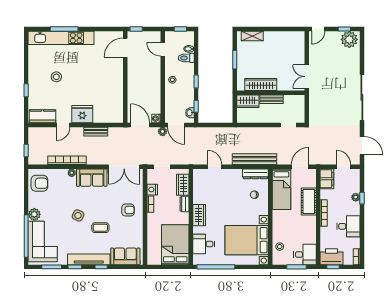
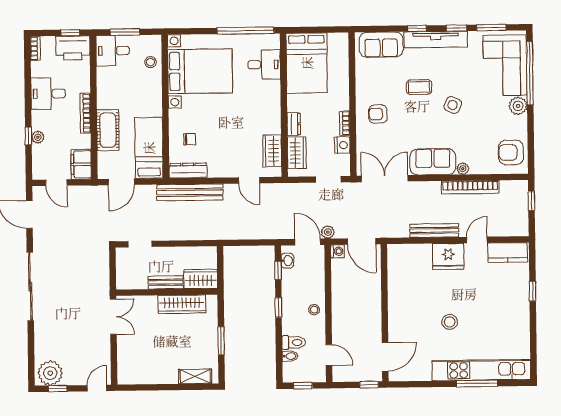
stool: (56, 77) -> (450, 322), moved
bench: (96, 132) -> (434, 230), width x1.36
wardrobe: (199, 215) -> (272, 151), moved

